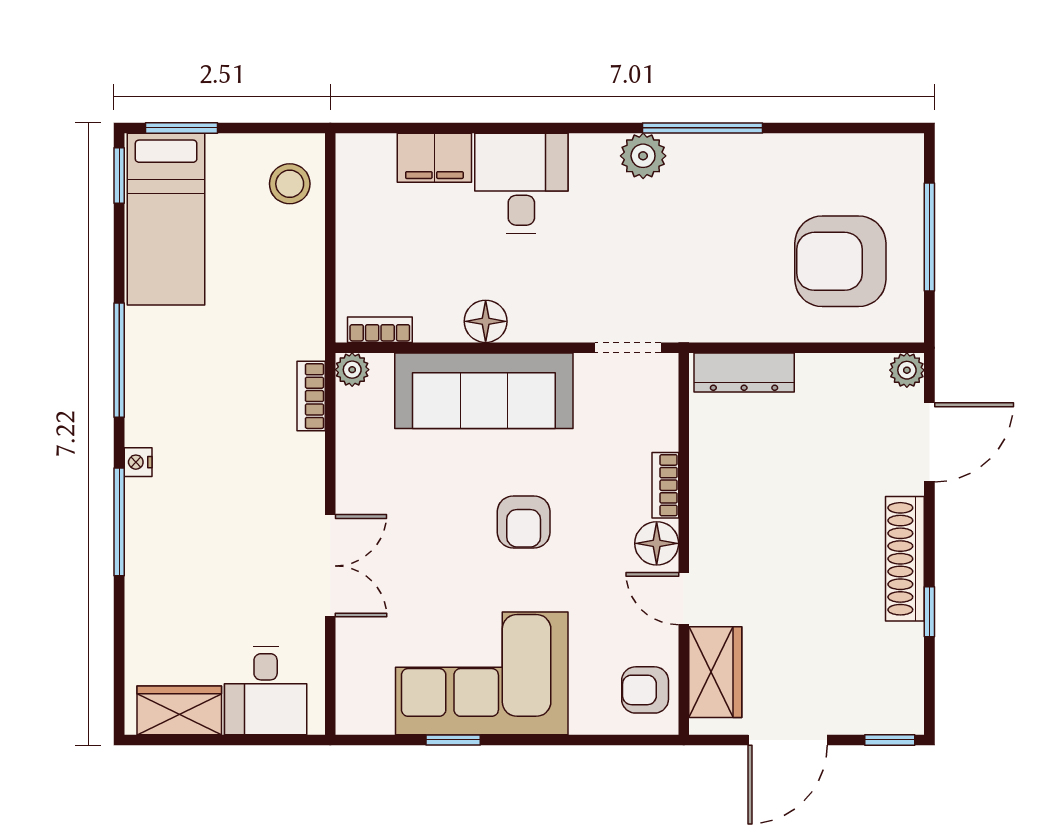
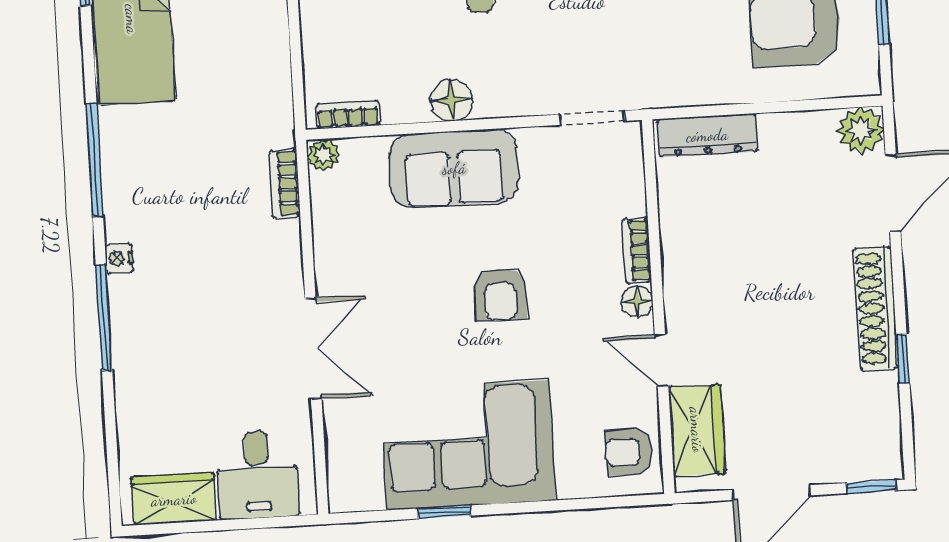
plant: (907, 370) -> (861, 130), width x1.38, depth x1.38
sofa: (484, 391) -> (454, 168), width x0.73
floor lamp: (657, 543) -> (637, 302), width x0.73, depth x0.73

